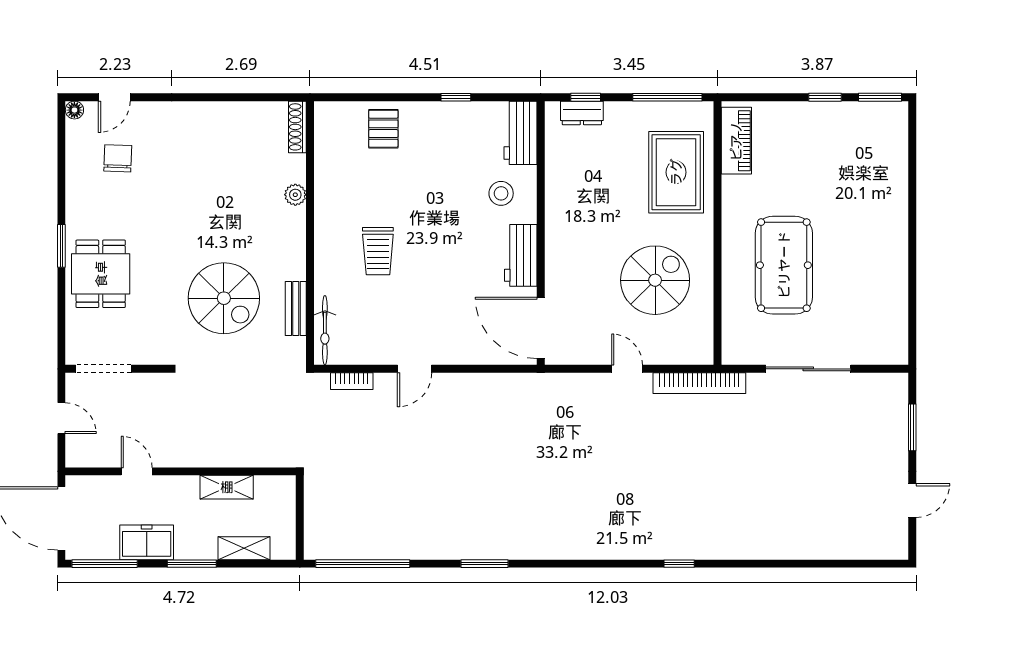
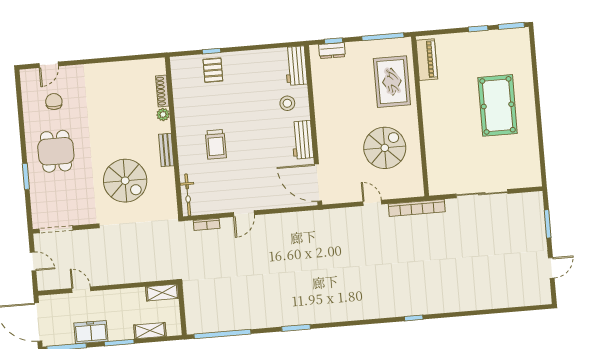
window: (456, 97) -> (211, 51), moved
floor lamp: (74, 110) -> (25, 75), removed
shoe rack: (297, 127) -> (162, 91), moved
window: (61, 246) -> (26, 176), moved
pool table: (784, 265) -> (498, 105), moved
dining table: (101, 274) -> (56, 151), moved
bench: (296, 309) -> (166, 150), moved
shelving: (227, 487) -> (162, 293), moved

